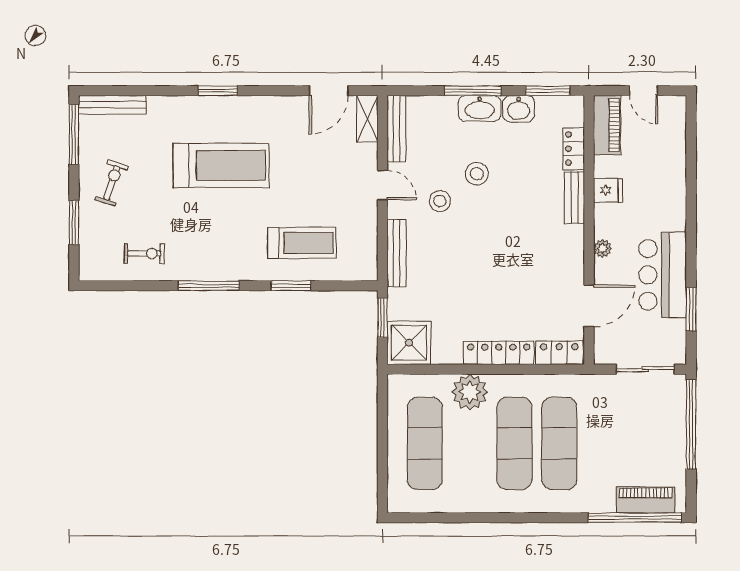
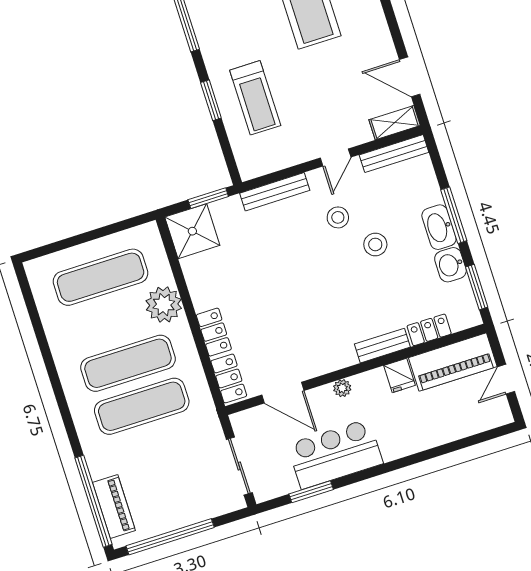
piano: (607, 125) -> (453, 362), width x1.37, depth x1.33
locker: (499, 353) -> (214, 332), width x0.66
window: (691, 425) -> (170, 537), moved

